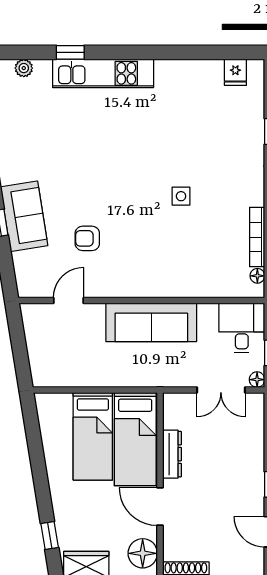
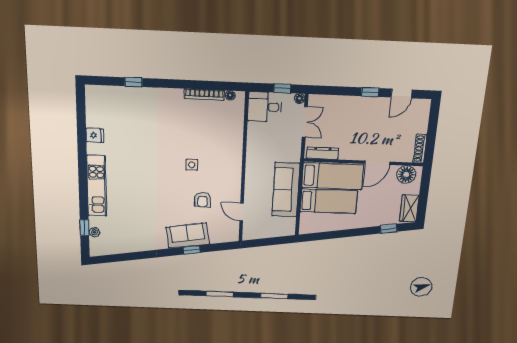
window: (70, 52) -> (84, 228), moved
fridge: (235, 72) -> (95, 135), moved
side table: (181, 196) -> (192, 165), moved
sofa: (151, 322) -> (286, 190), moved, turned 180
dresser: (172, 454) -> (323, 153), moved

